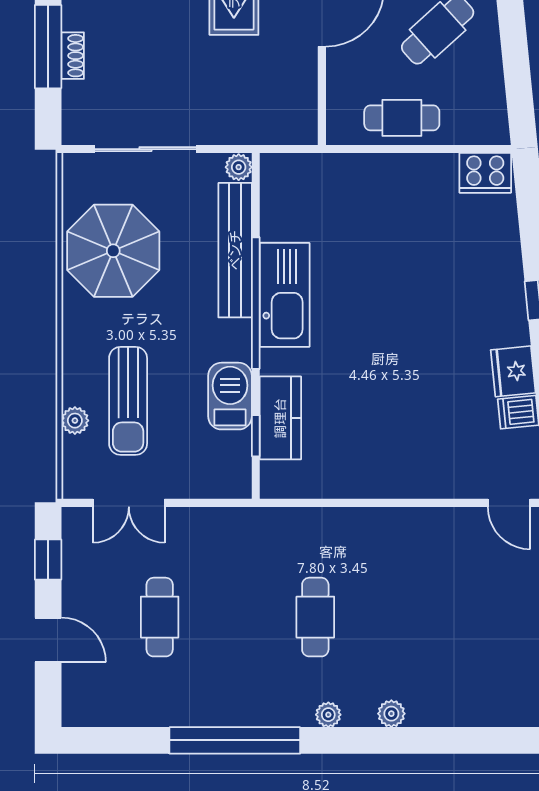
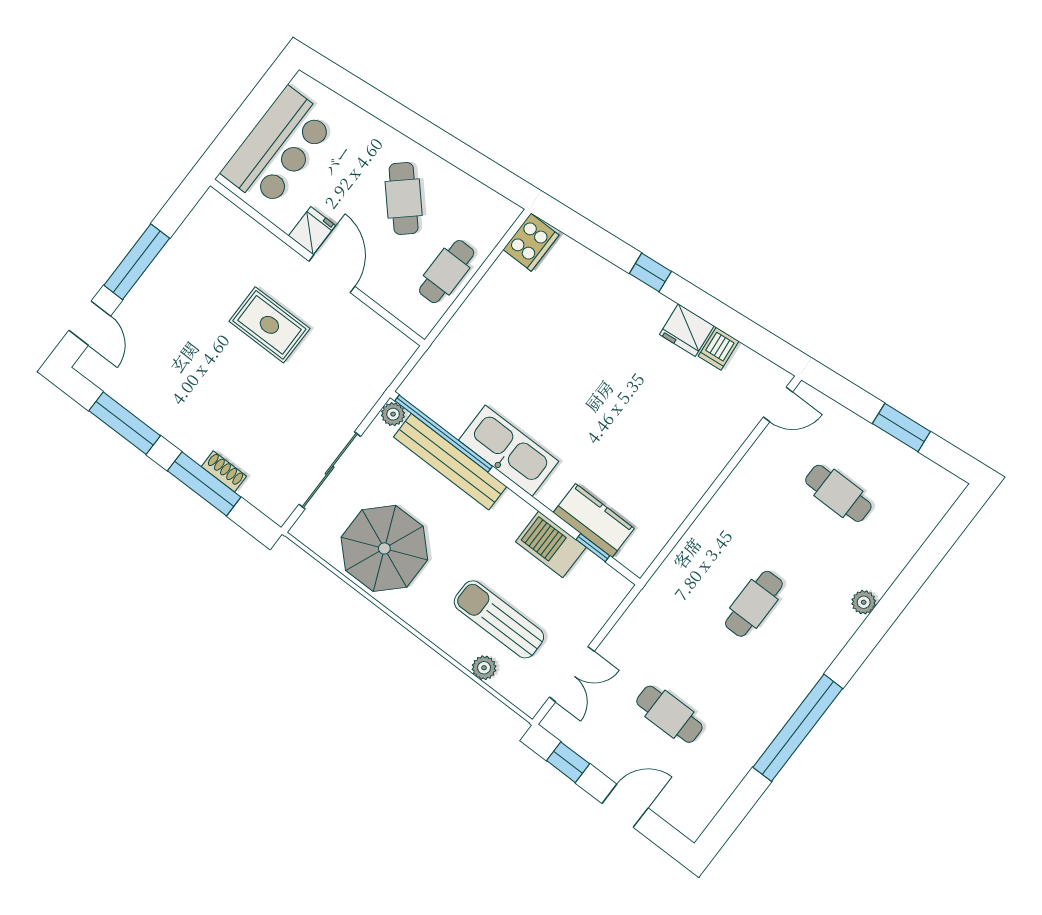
window: (256, 303) -> (444, 434), moved
sun lounger: (128, 401) -> (499, 619), turned 180
cafe table: (315, 617) -> (754, 604), turned 90
cafe table: (471, 617) -> (838, 493), added
plant: (328, 715) -> (830, 648), removed

